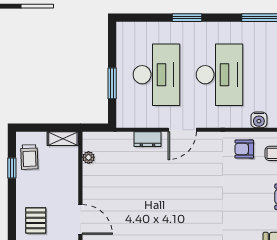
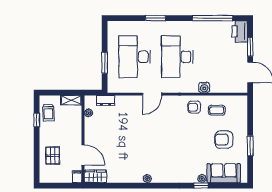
desk: (156, 75) -> (135, 57), turned 180
desk: (219, 75) -> (177, 57), turned 180
dresser: (147, 139) -> (105, 101), moved

